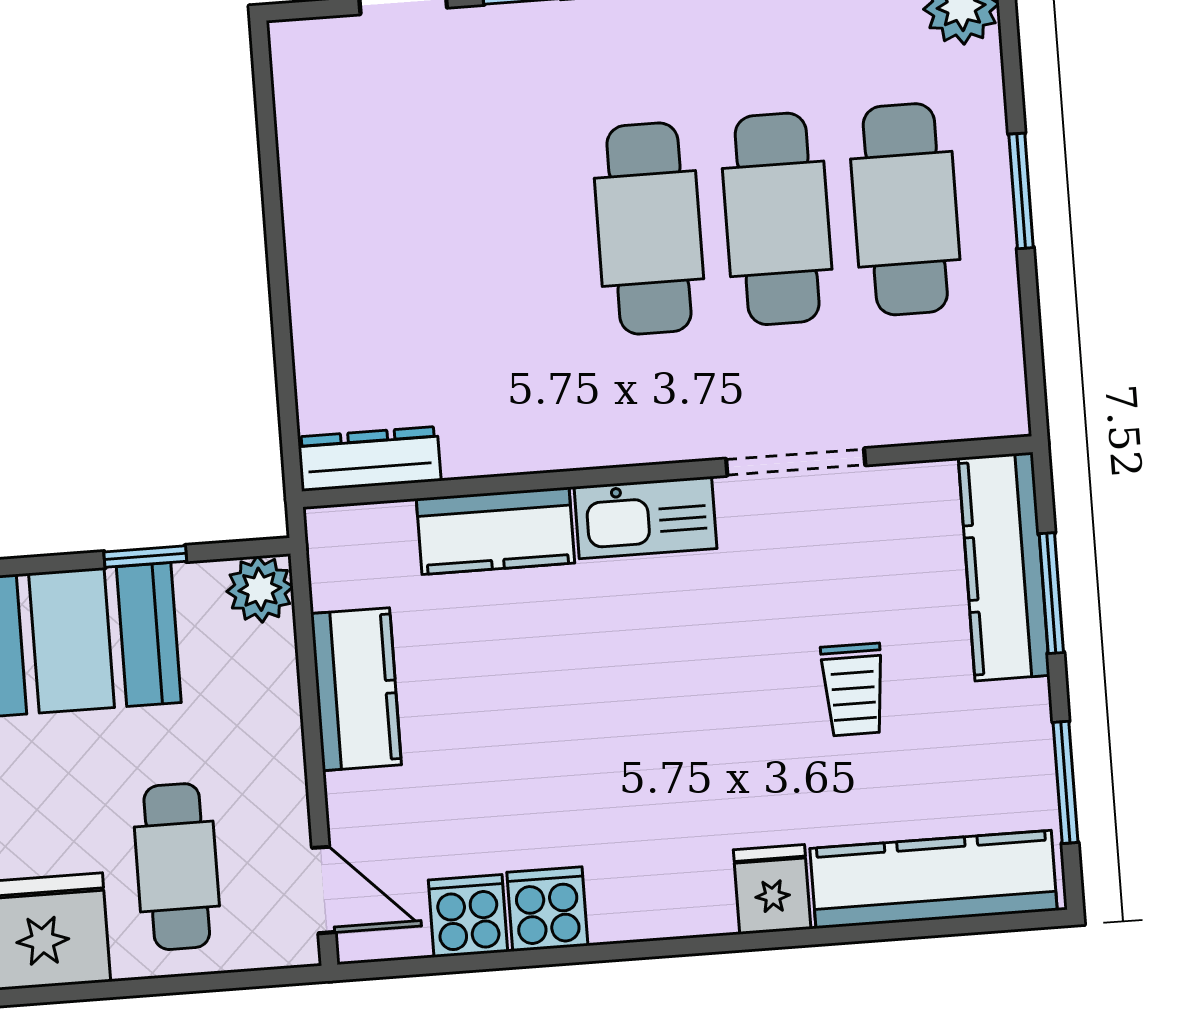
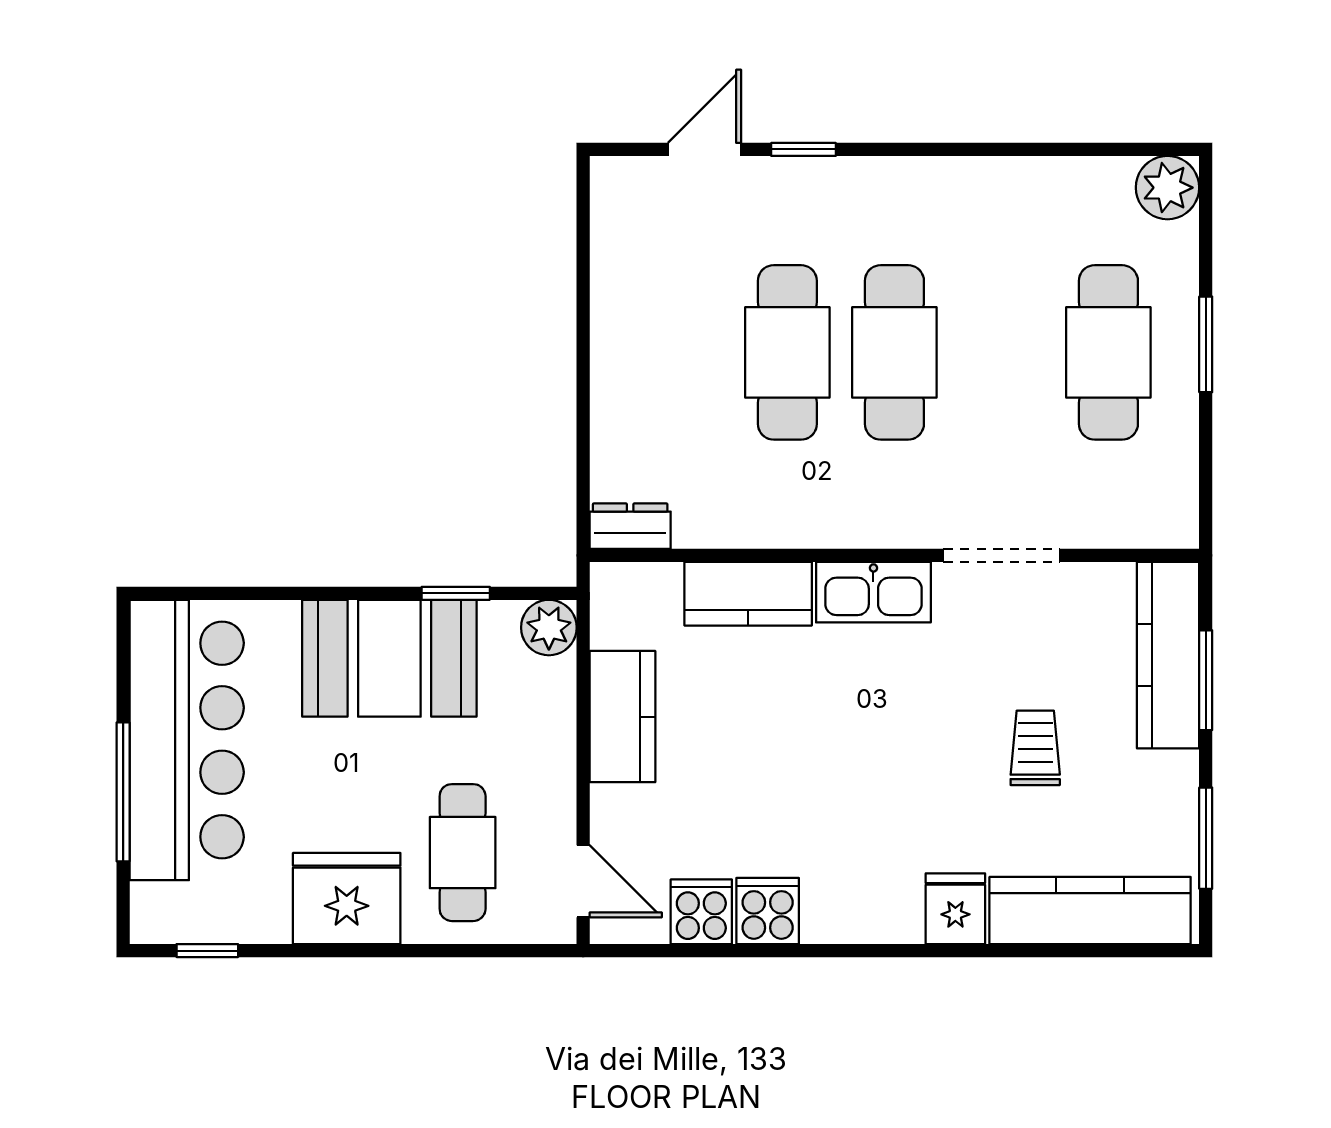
cafe table: (777, 219) -> (787, 352), moved
dresser: (369, 459) -> (630, 526), width x0.70
trolley: (853, 690) -> (1035, 748), turned 180

